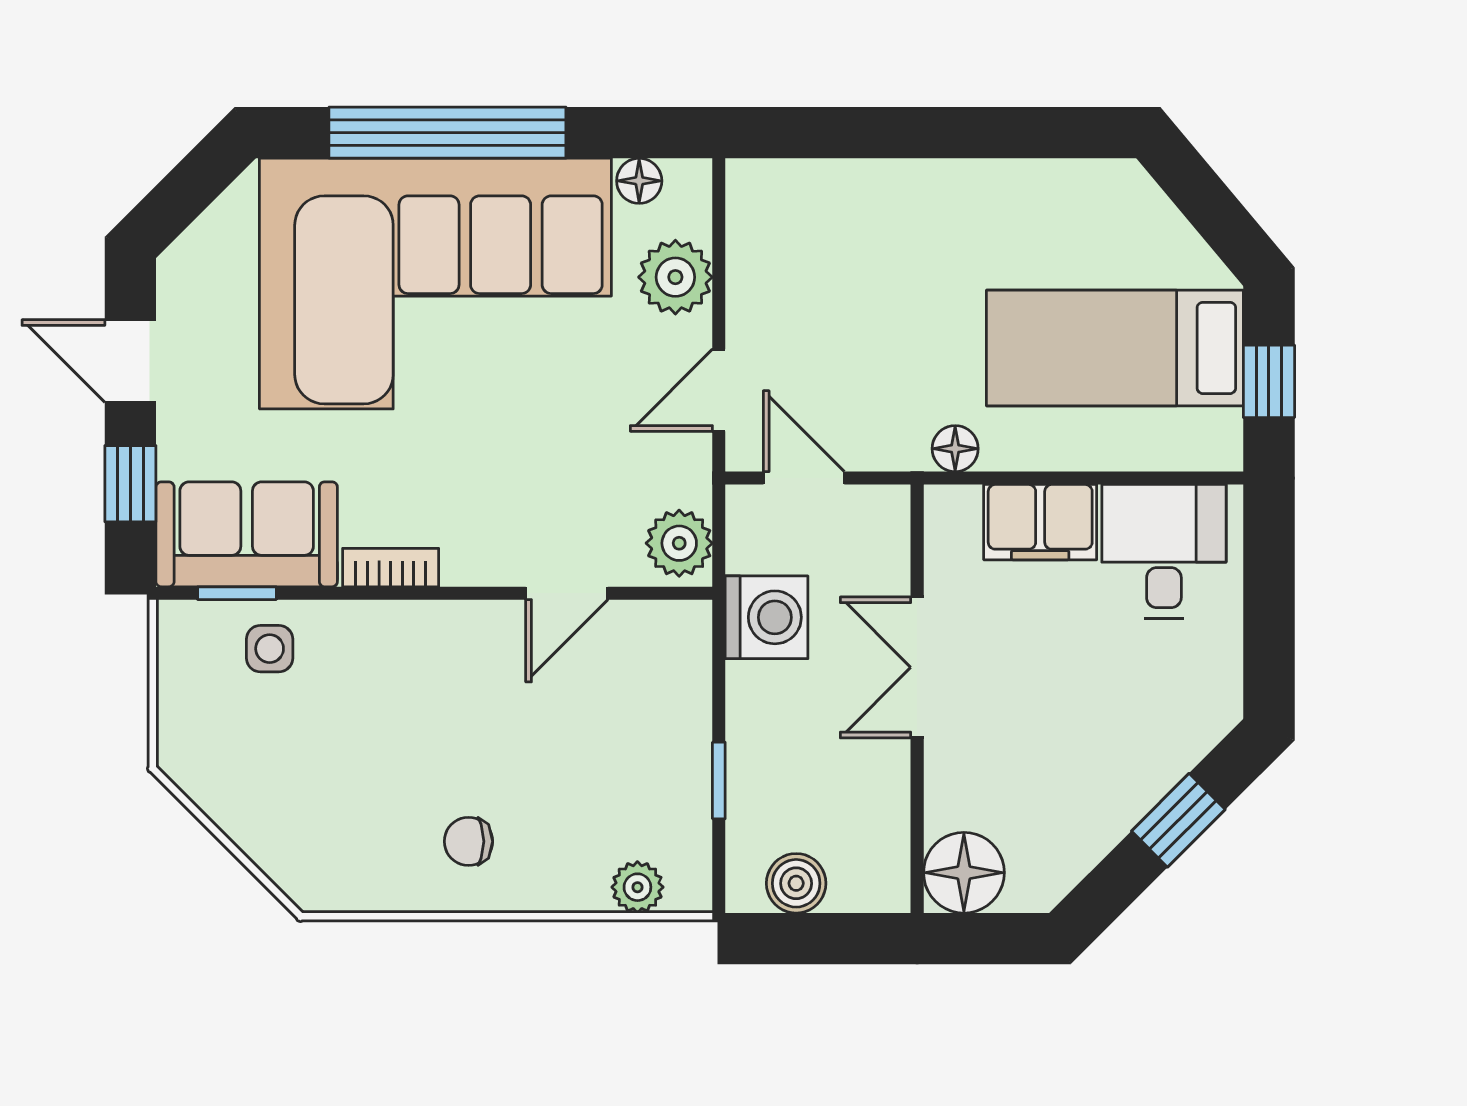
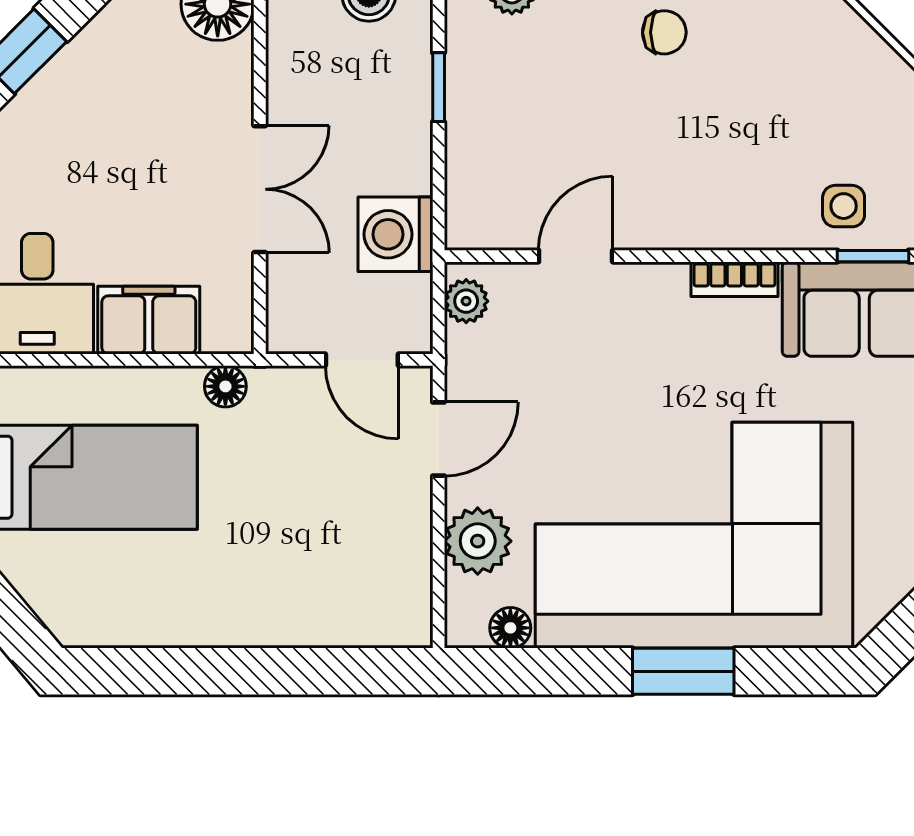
window: (447, 133) -> (683, 671), width x0.47
plant: (679, 543) -> (466, 301), width x0.73, depth x0.73

